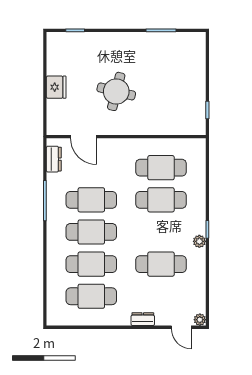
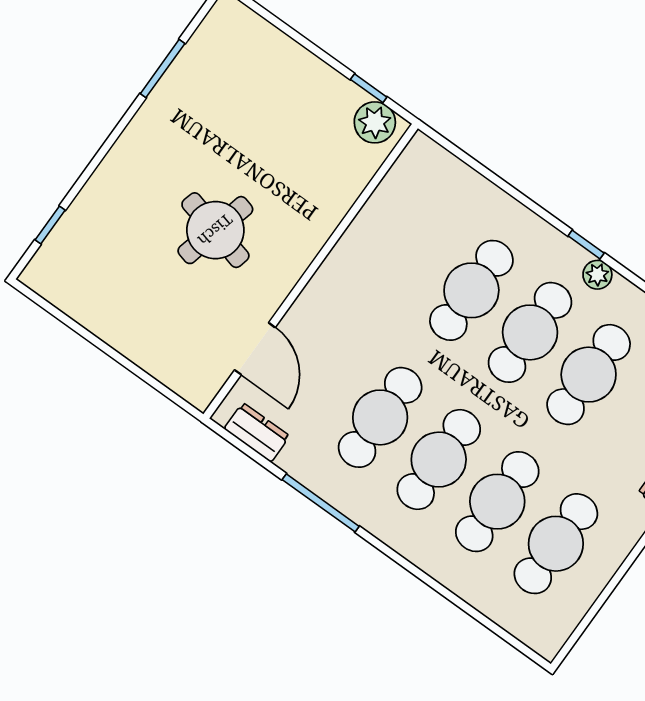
fridge: (56, 87) -> (129, 334), removed
plant: (197, 121) -> (375, 122), added
door: (84, 137) -> (255, 349), hinge flipped
cafe table: (161, 168) -> (530, 332), moved

